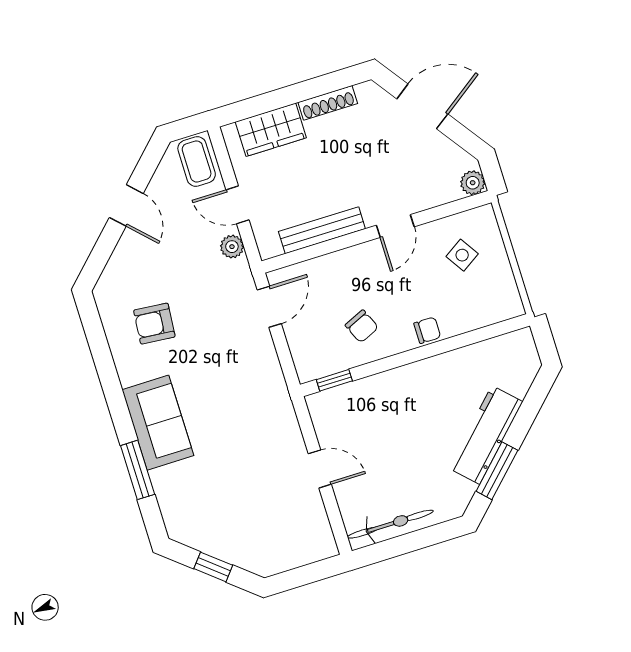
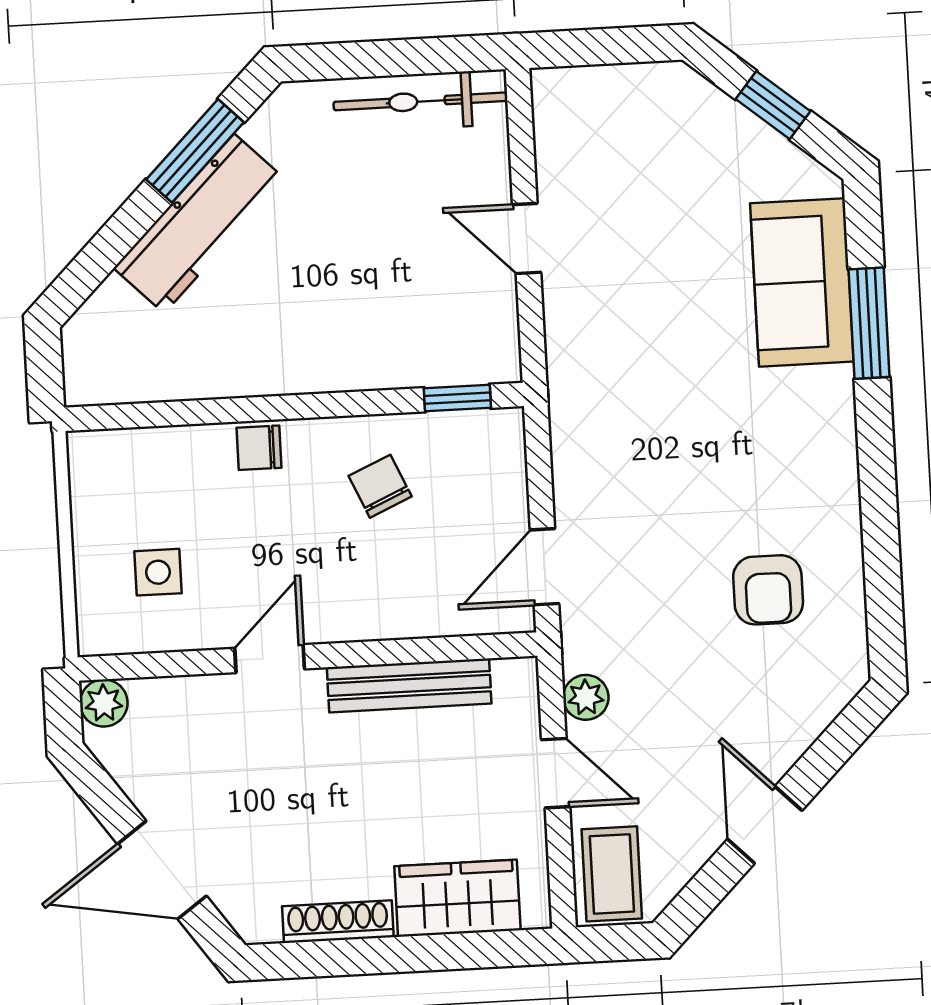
side table: (462, 255) -> (158, 572), turned 33
armchair: (154, 324) -> (768, 590), turned 85
sofa: (158, 423) -> (802, 282), moved

